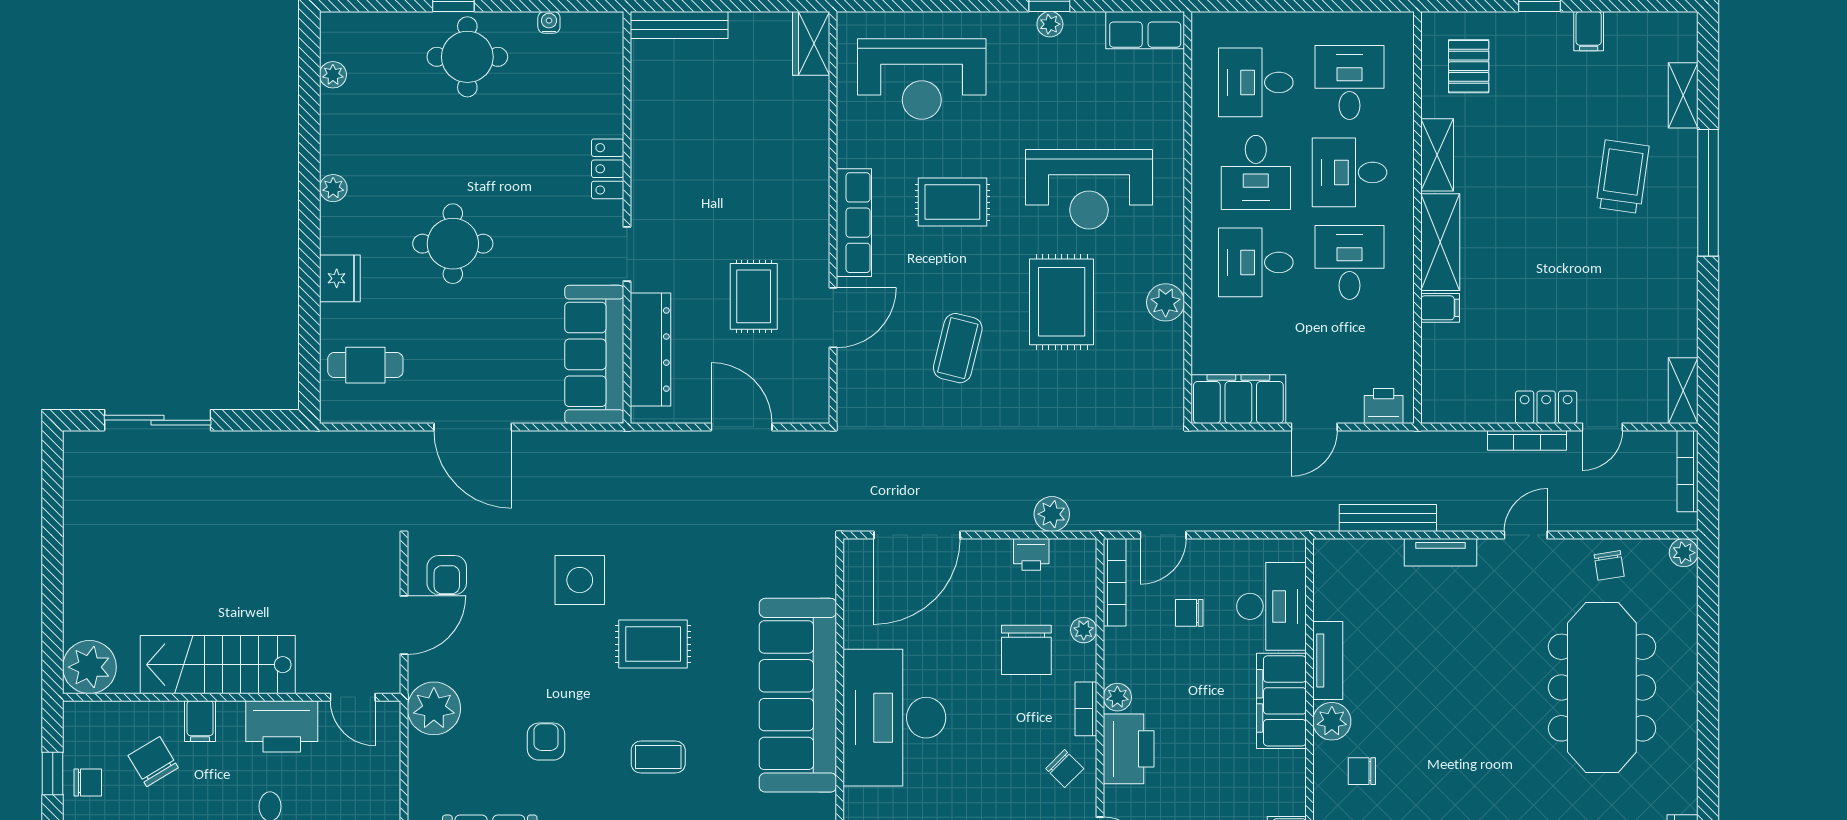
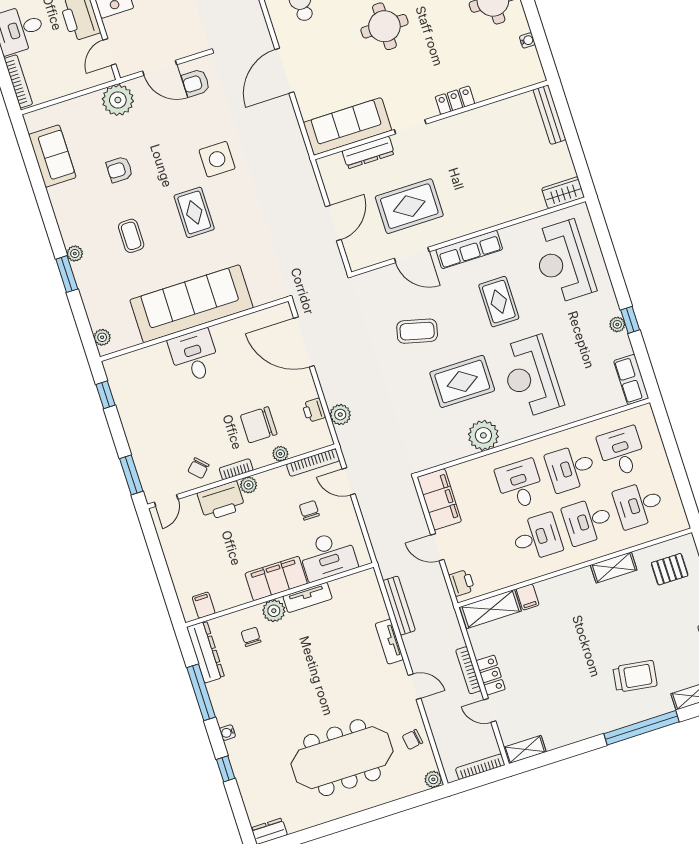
desk: (1350, 82) -> (639, 505), turned 180
desk: (1350, 172) -> (588, 521), turned -90
shelving: (1440, 242) -> (490, 609), moved
rug: (754, 296) -> (409, 206), width x1.36, depth x1.43
plant: (1166, 302) -> (483, 435), width x1.36, depth x1.36
dresser: (651, 350) -> (368, 152), width x0.73, depth x0.80
desk: (894, 718) -> (194, 356), width x0.53, depth x0.77
armchair: (546, 742) -> (119, 170), turned 180

